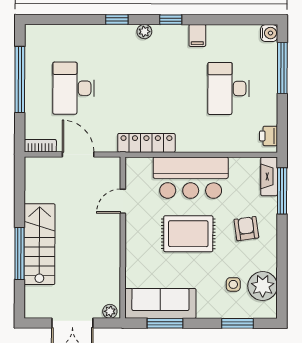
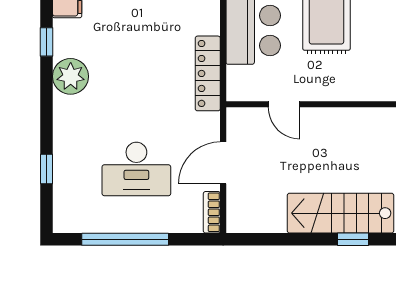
window: (117, 20) -> (47, 169), moved
plant: (144, 32) -> (71, 76), width x1.88, depth x1.88
window: (19, 254) -> (353, 239), width x0.46

